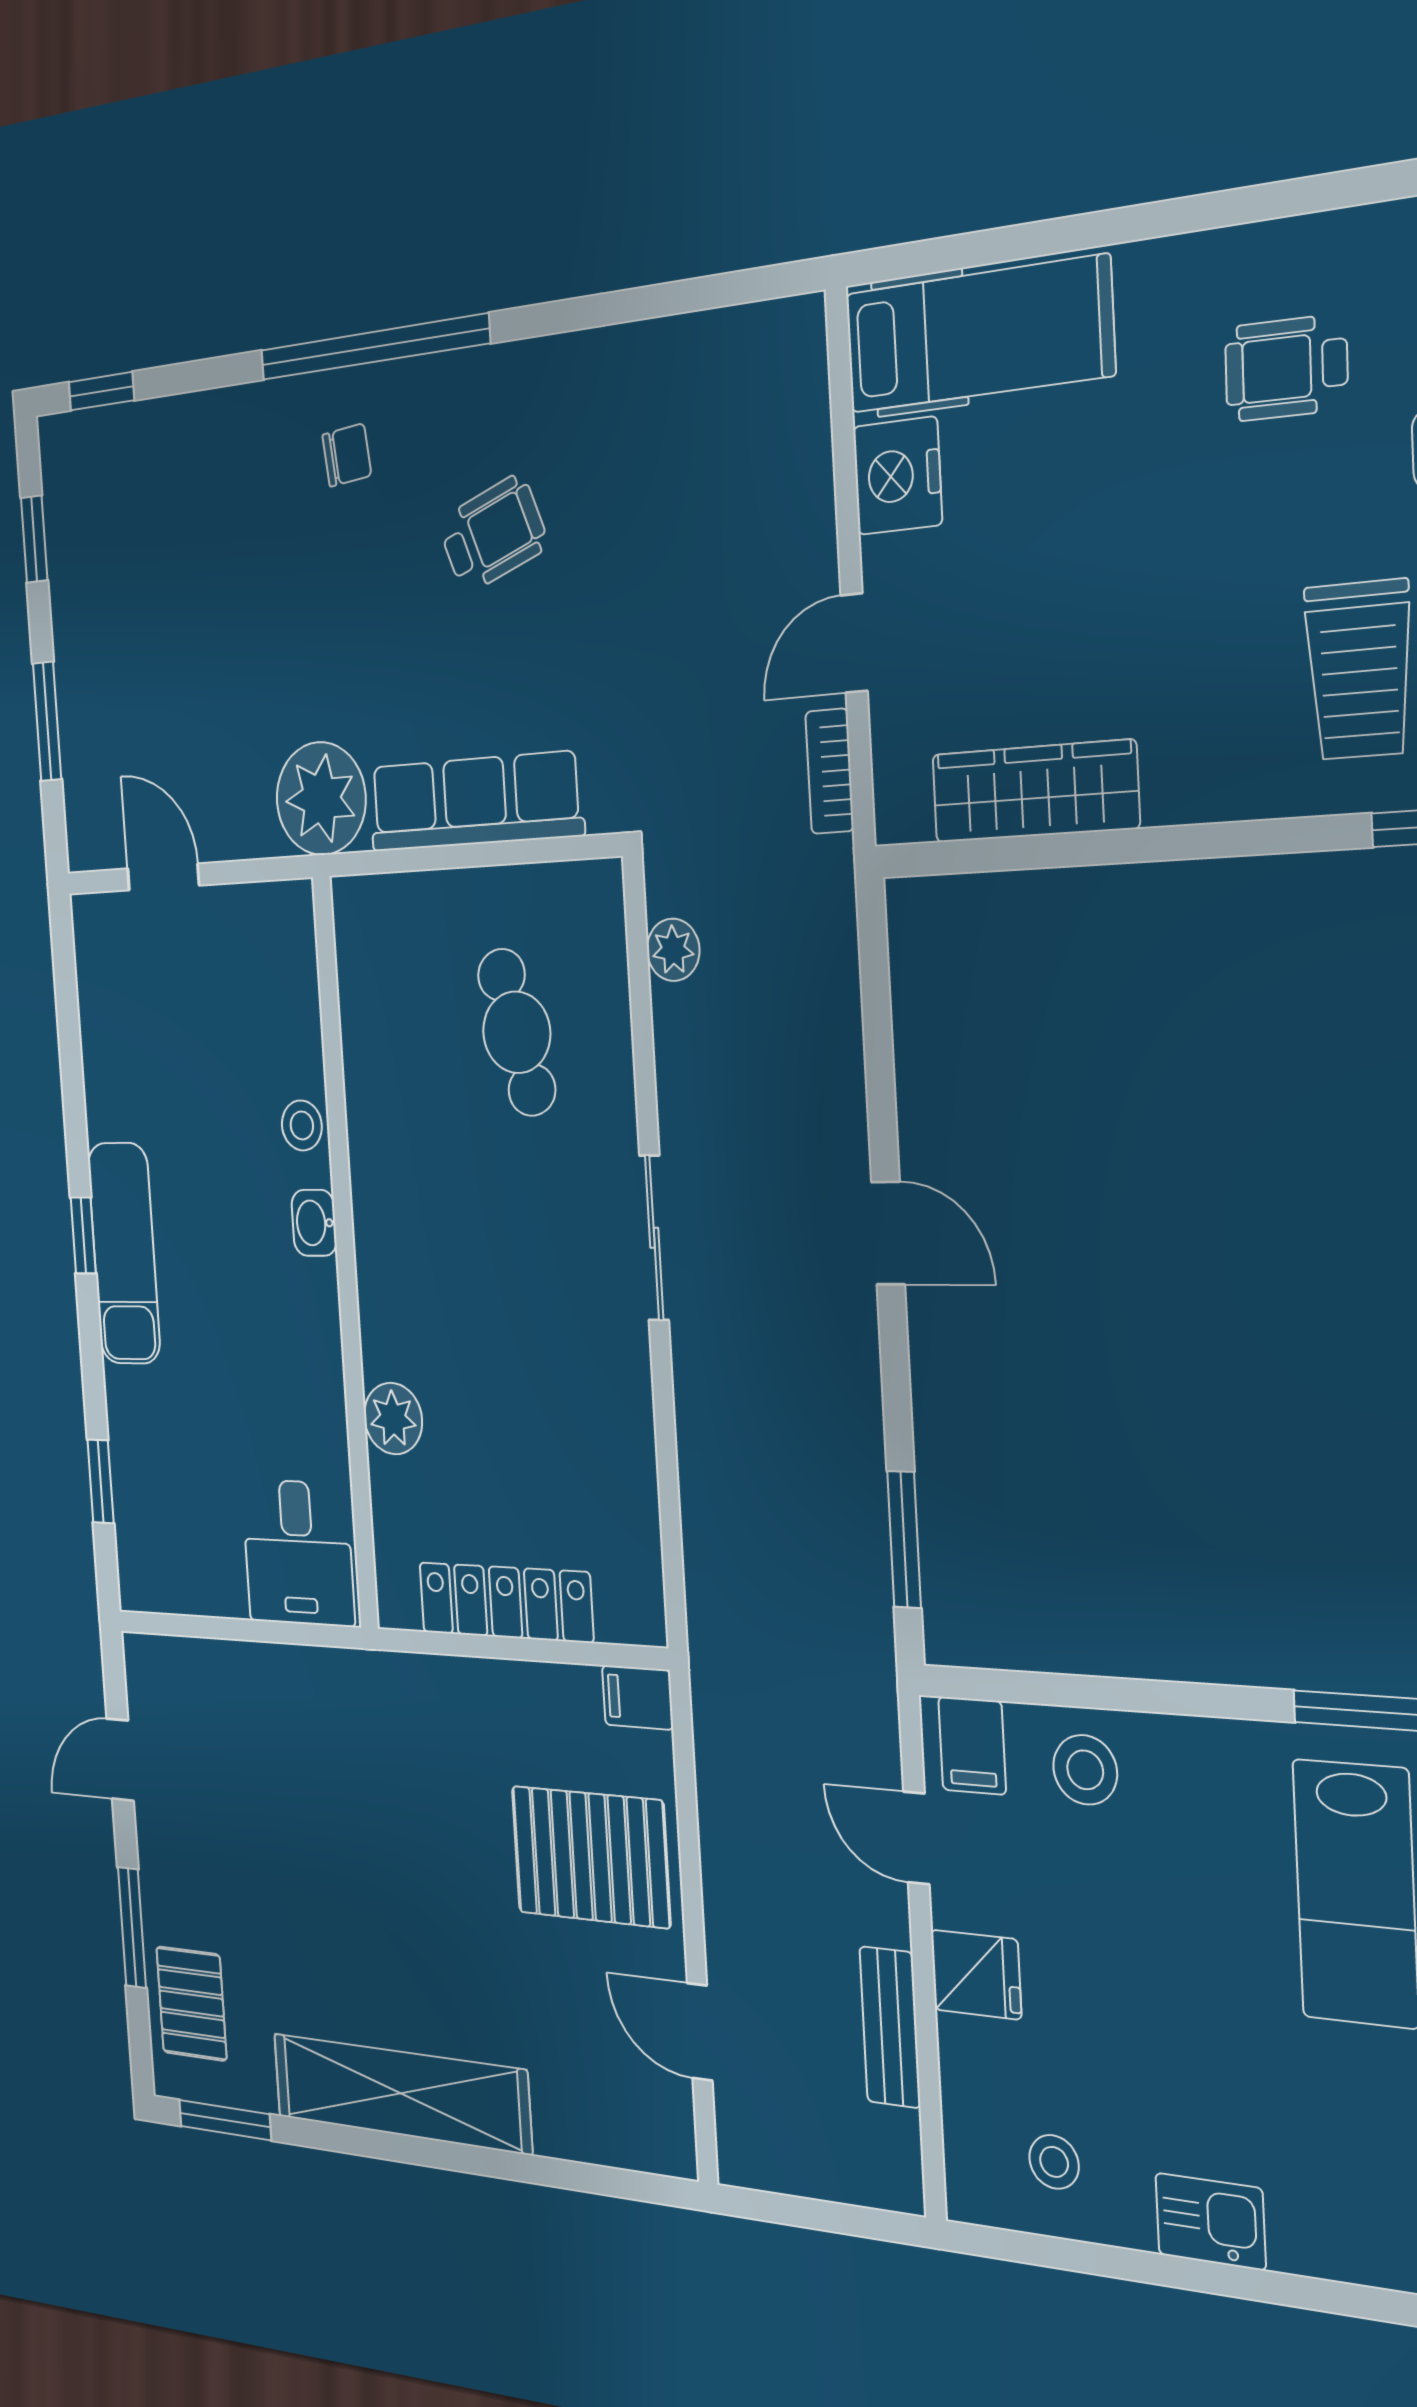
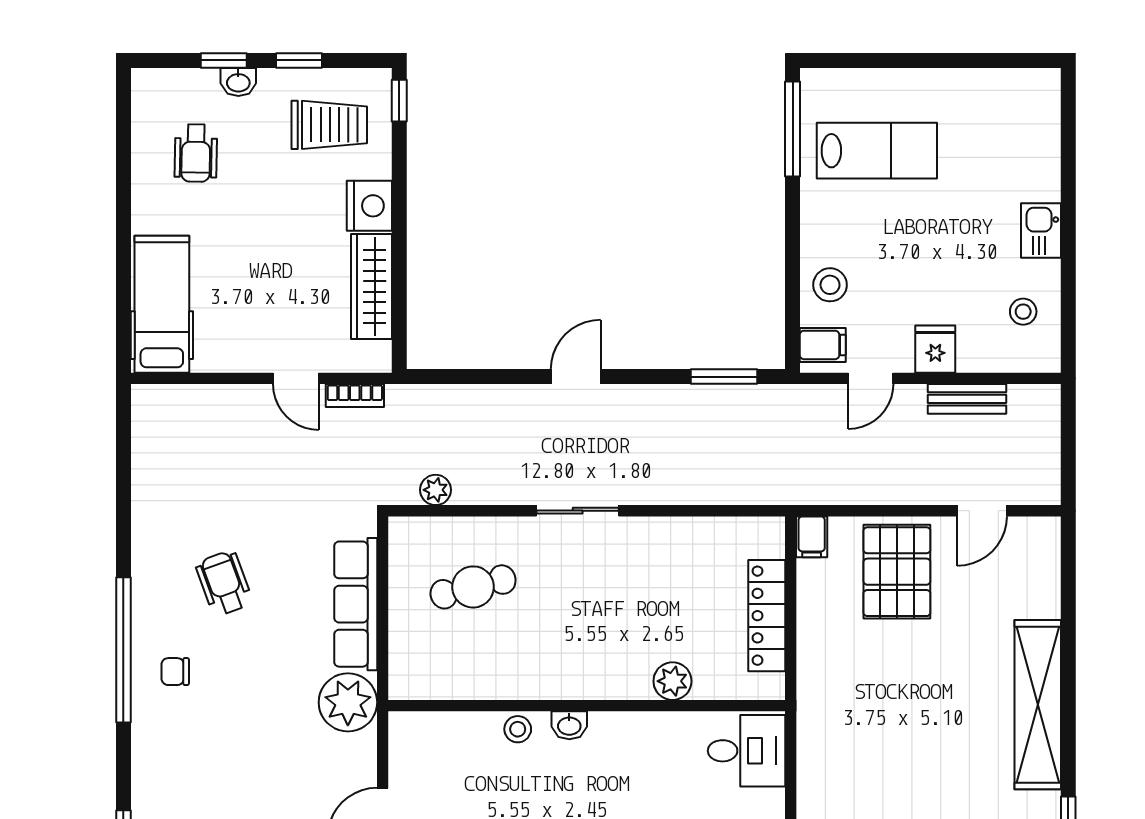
chair: (347, 455) -> (175, 672), turned -84
nightstand: (897, 476) -> (369, 206), moved, turned -90

